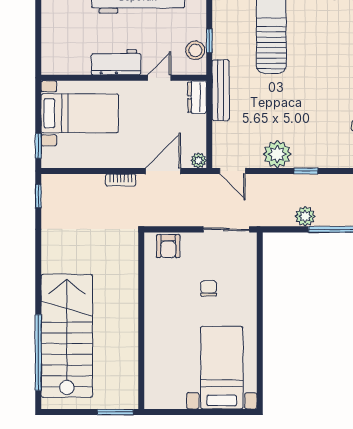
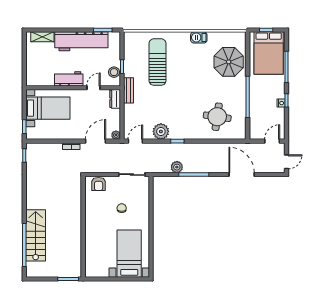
bench: (221, 90) -> (129, 90), width x0.73
door: (233, 171) -> (135, 141), swing flipped
stairs: (67, 336) -> (36, 235), width x0.73, depth x0.66

